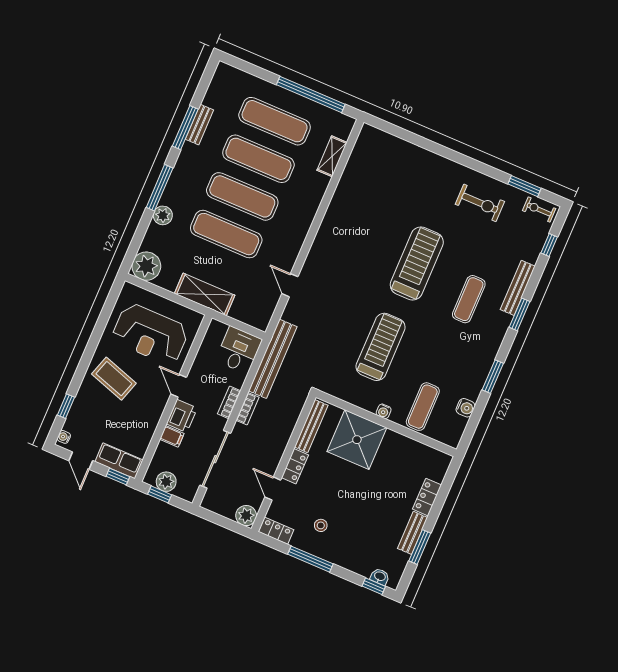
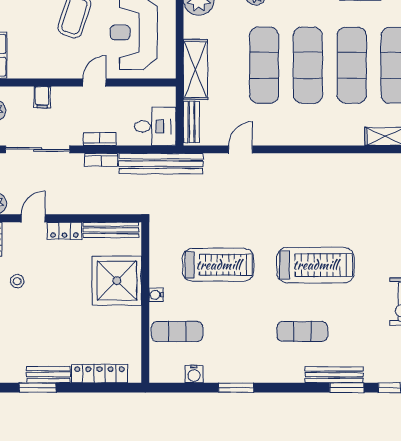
window: (519, 314) -> (347, 388), moved
bench: (248, 317) -> (191, 122), added
printer: (182, 416) -> (66, 98), removed
locker: (427, 497) -> (99, 374), width x1.53

